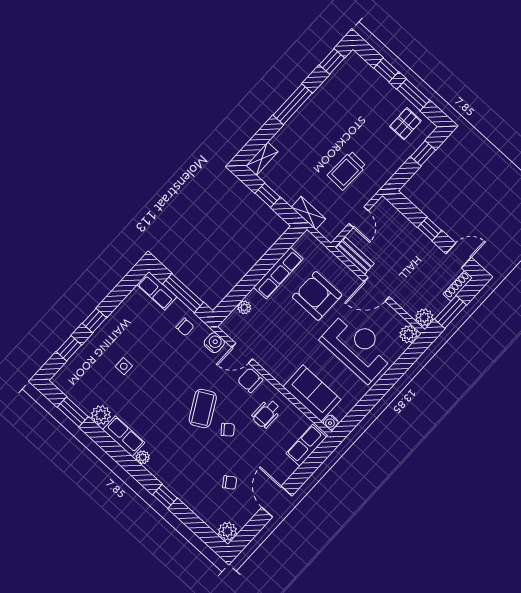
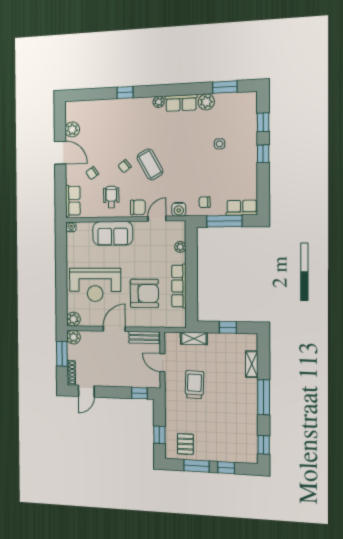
shelving: (262, 159) -> (252, 364), moved
window: (430, 229) -> (139, 393), moved
sofa: (312, 393) -> (113, 233), moved
chair: (230, 482) -> (92, 173), moved
plant: (227, 531) -> (72, 129), moved

